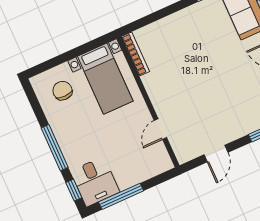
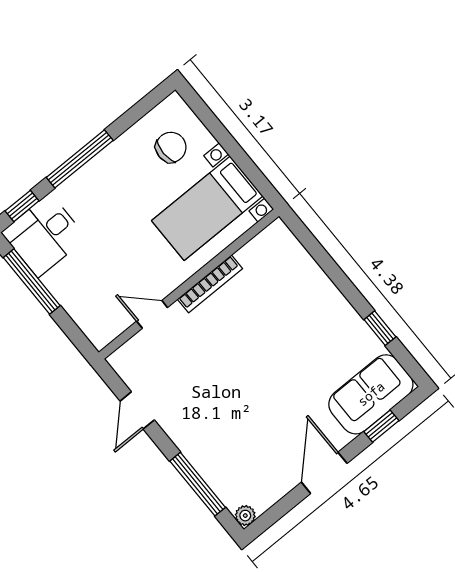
bookcase: (135, 54) -> (210, 284), moved
door: (216, 154) -> (137, 410), hinge flipped

